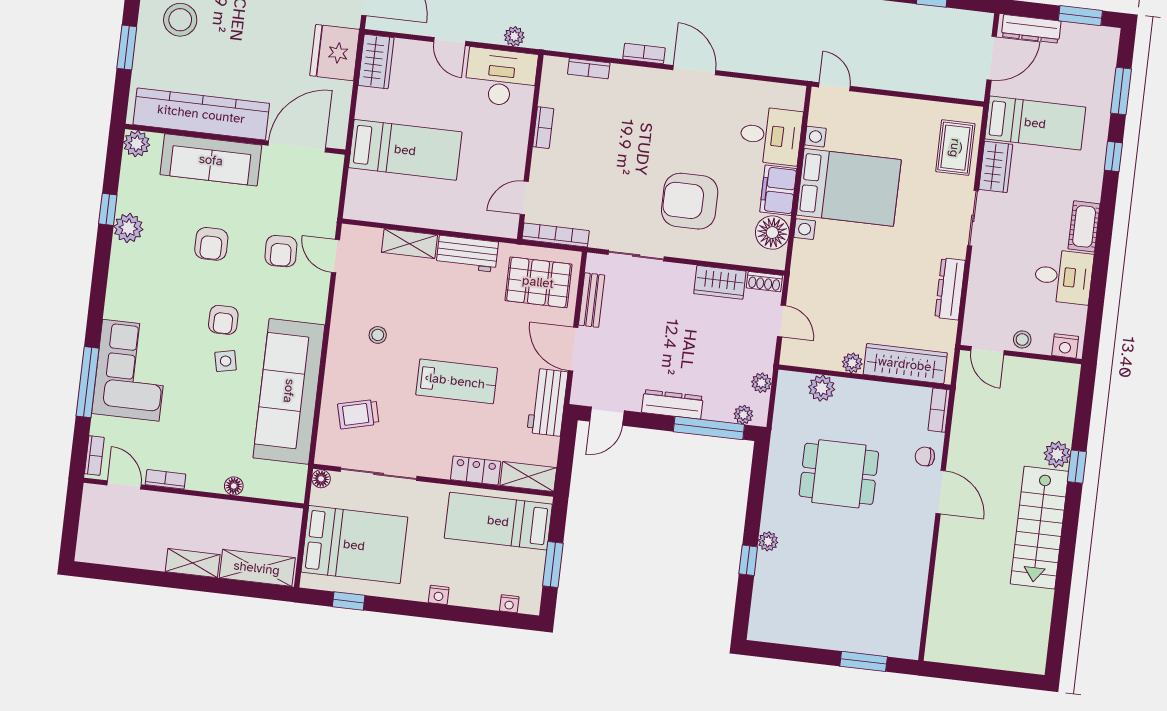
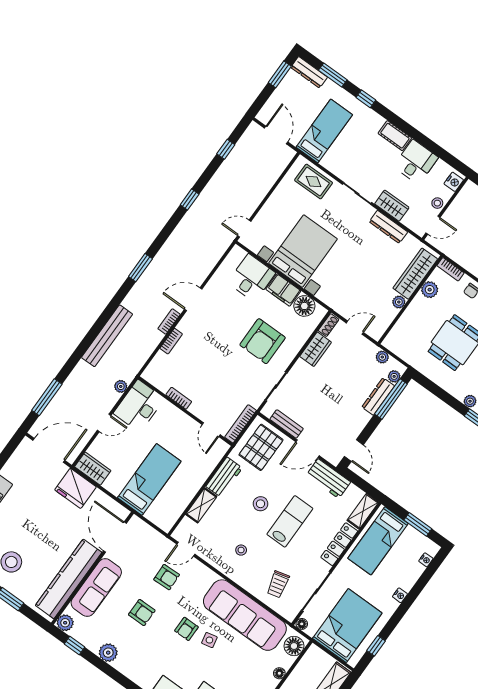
dresser: (1031, 29) -> (309, 72), moved, turned 90
bookcase: (589, 69) -> (171, 341), moved
wardrobe: (996, 167) -> (392, 206), moved
window: (108, 209) -> (75, 645), moved
armchair: (223, 320) -> (186, 629), turned 90
stool: (458, 326) -> (260, 504), added
plant: (822, 388) -> (430, 290), moved
dresser: (672, 404) -> (378, 396), moved
locker: (476, 470) -> (339, 544), width x1.53
floor lamp: (284, 485) -> (294, 646), added

